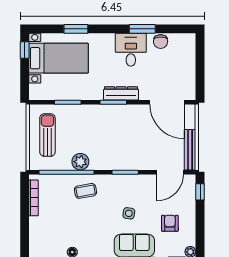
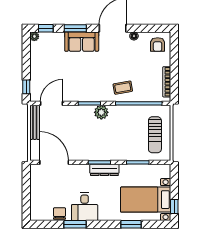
dresser: (121, 93) -> (104, 170), moved
plant: (80, 162) -> (101, 112), moved
side table: (129, 213) -> (86, 69), removed
armchair: (170, 223) -> (158, 45), moved

